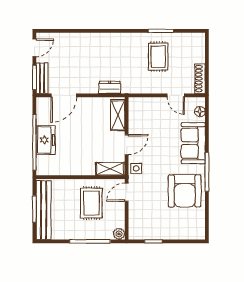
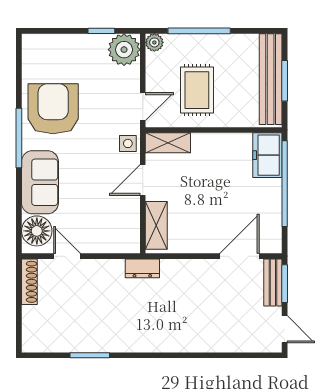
door: (34, 48) -> (285, 329), swing flipped
rug: (158, 57) -> (94, 316), removed
dresser: (110, 87) -> (142, 268), moved
floor lamp: (200, 112) -> (37, 231), width x1.89, depth x1.89
freezer: (46, 140) -> (267, 155), moved
plant: (139, 229) -> (124, 50), added

